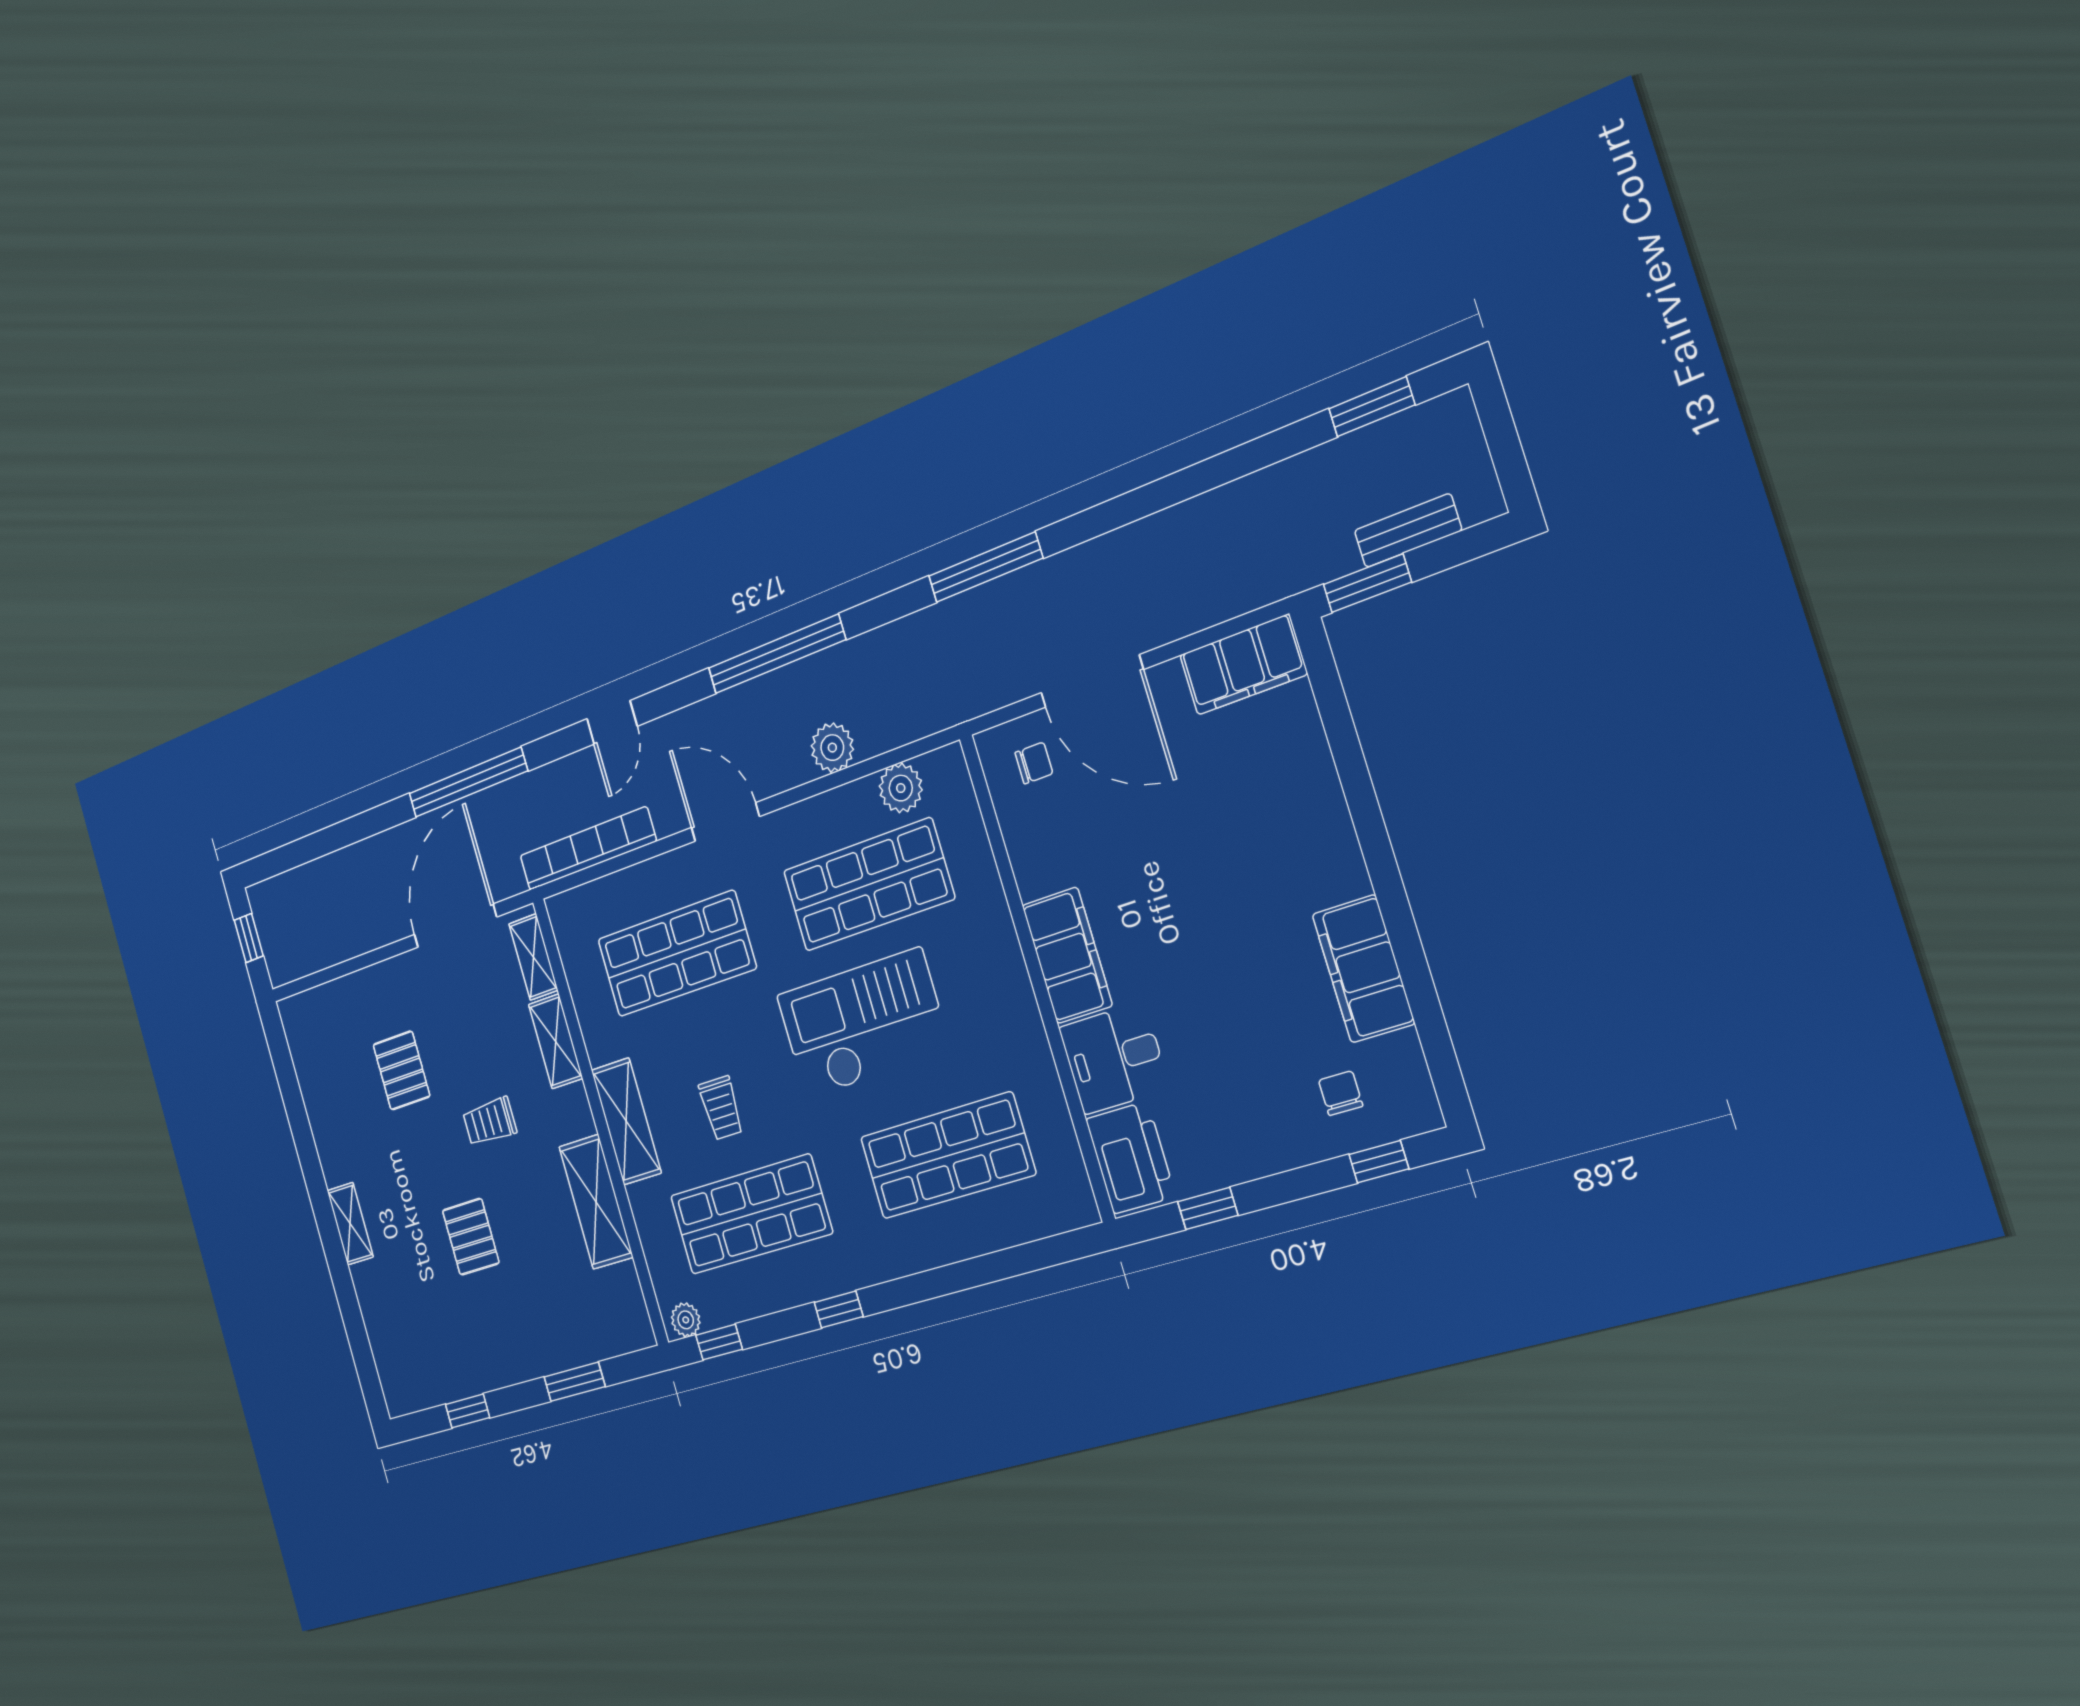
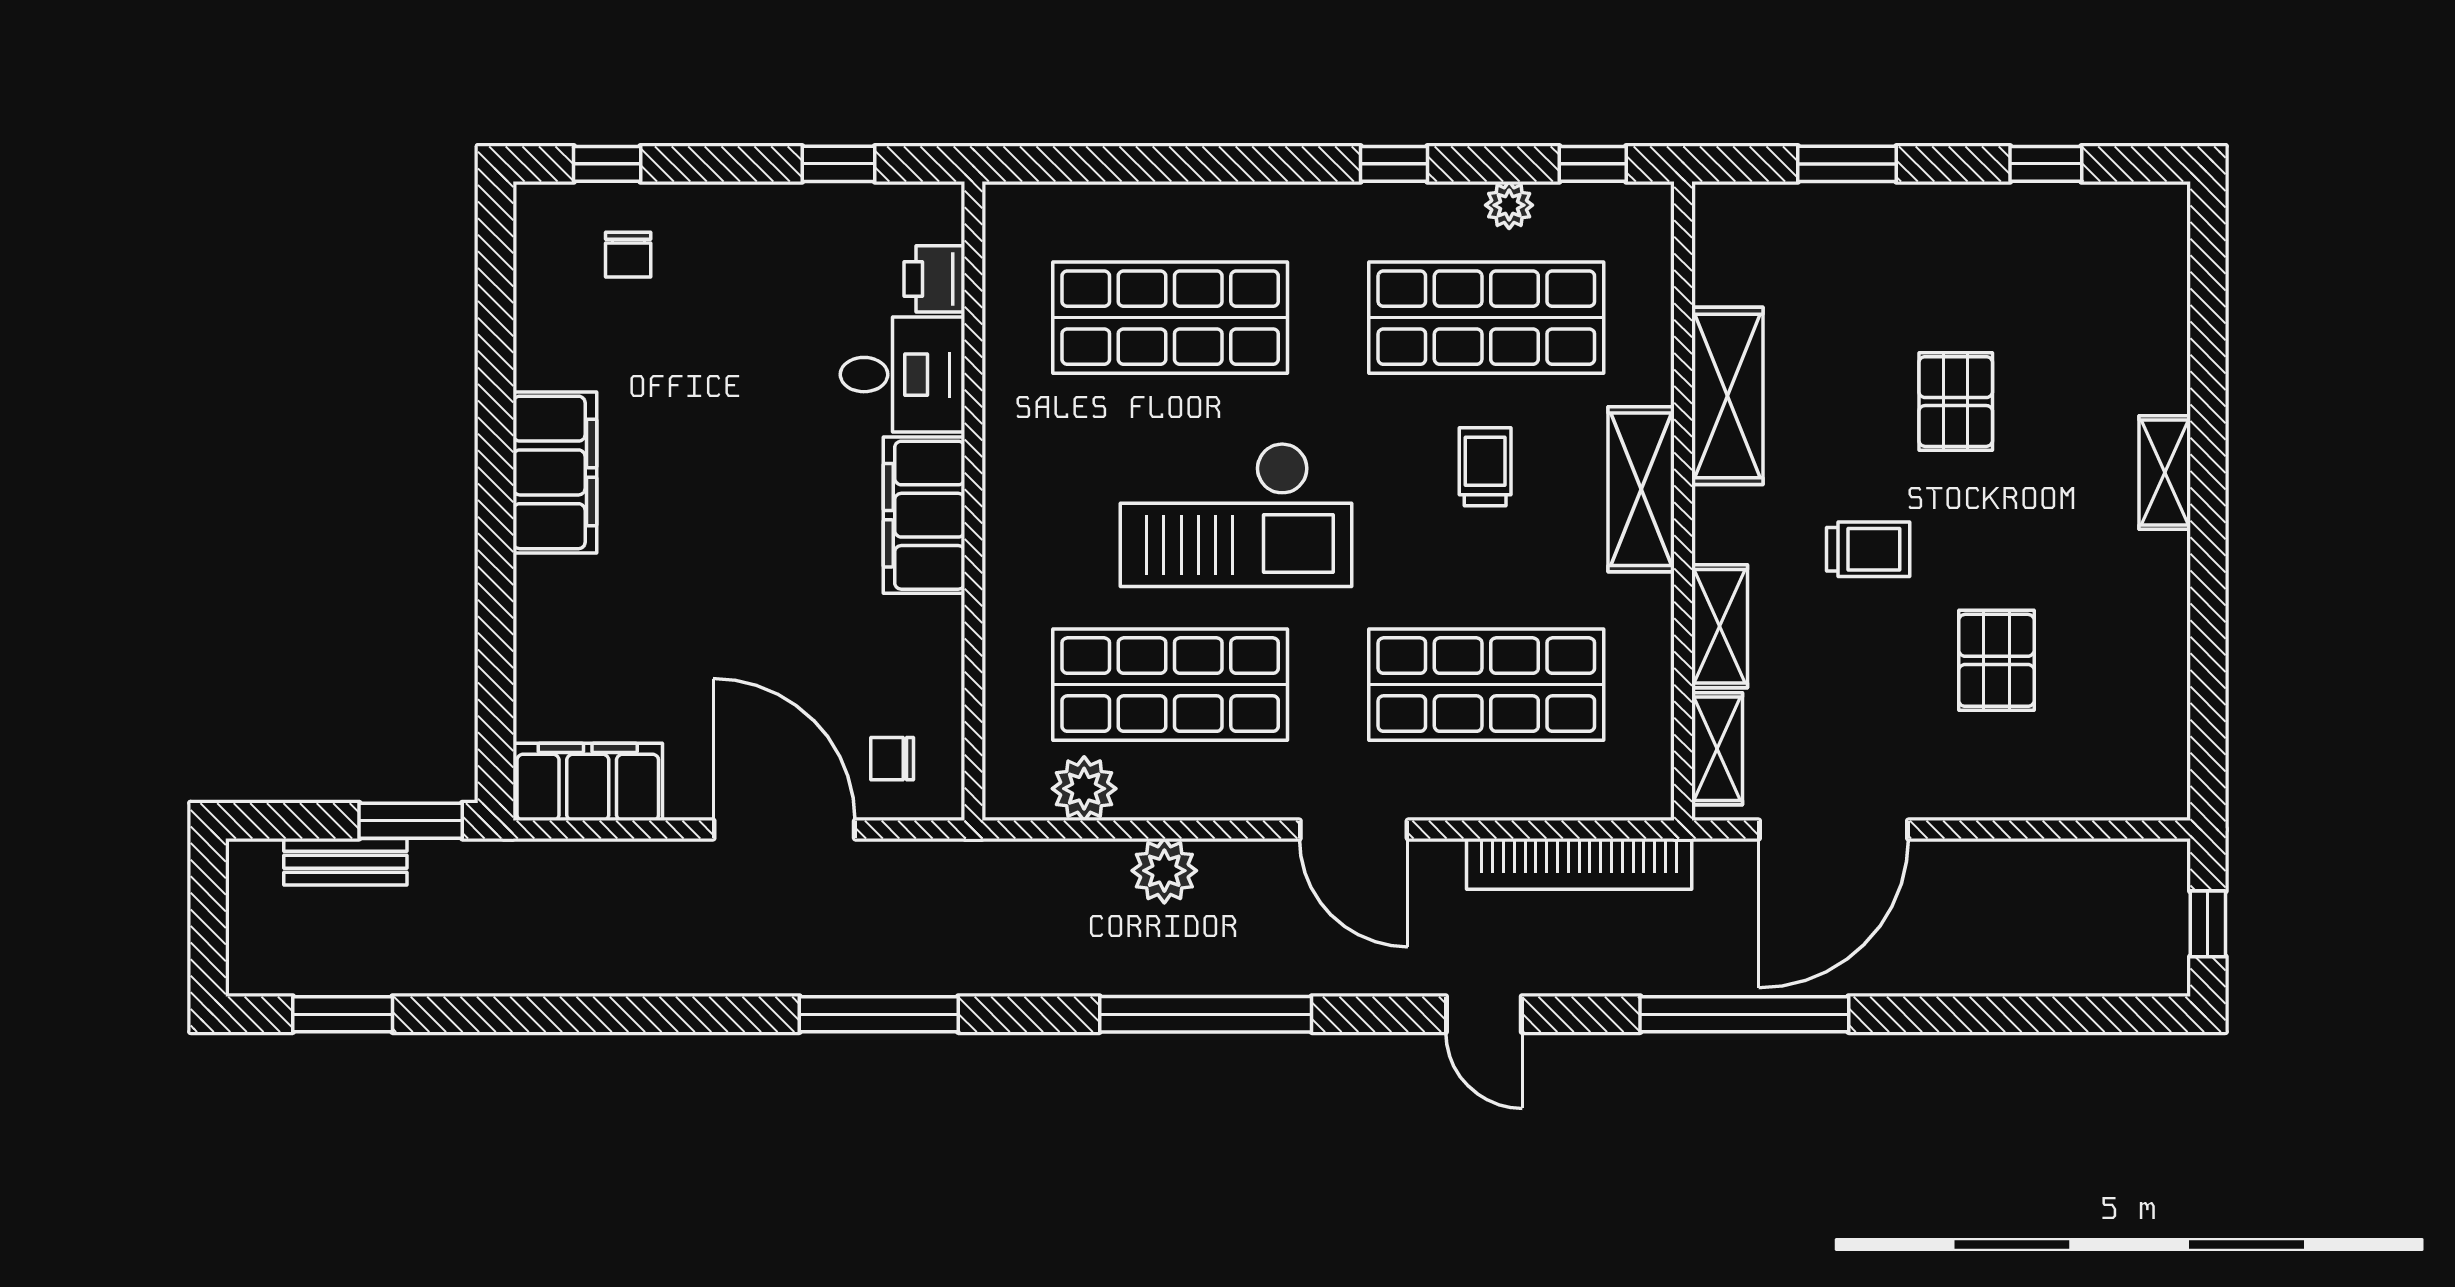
door: (612, 722) -> (1484, 1014), swing flipped
filing cabinet: (1363, 969) -> (555, 472), moved
printer: (1130, 1158) -> (934, 279), width x0.53, depth x0.68
plant: (686, 1320) -> (1509, 205), moved

